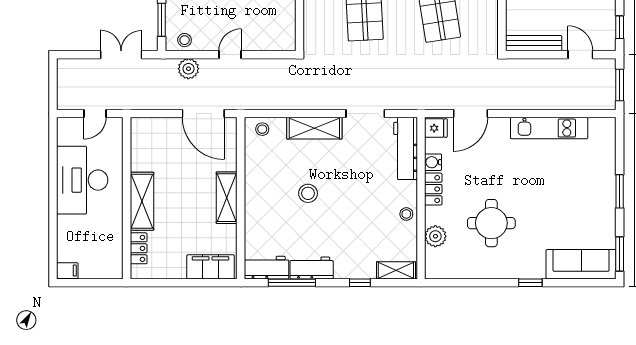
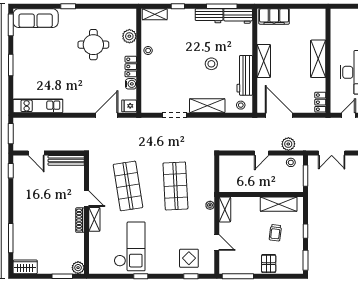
kitchen unit: (549, 128) -> (38, 106), moved
workbench: (406, 148) -> (245, 75), moved, turned 180
locker: (139, 248) -> (320, 102), moved

